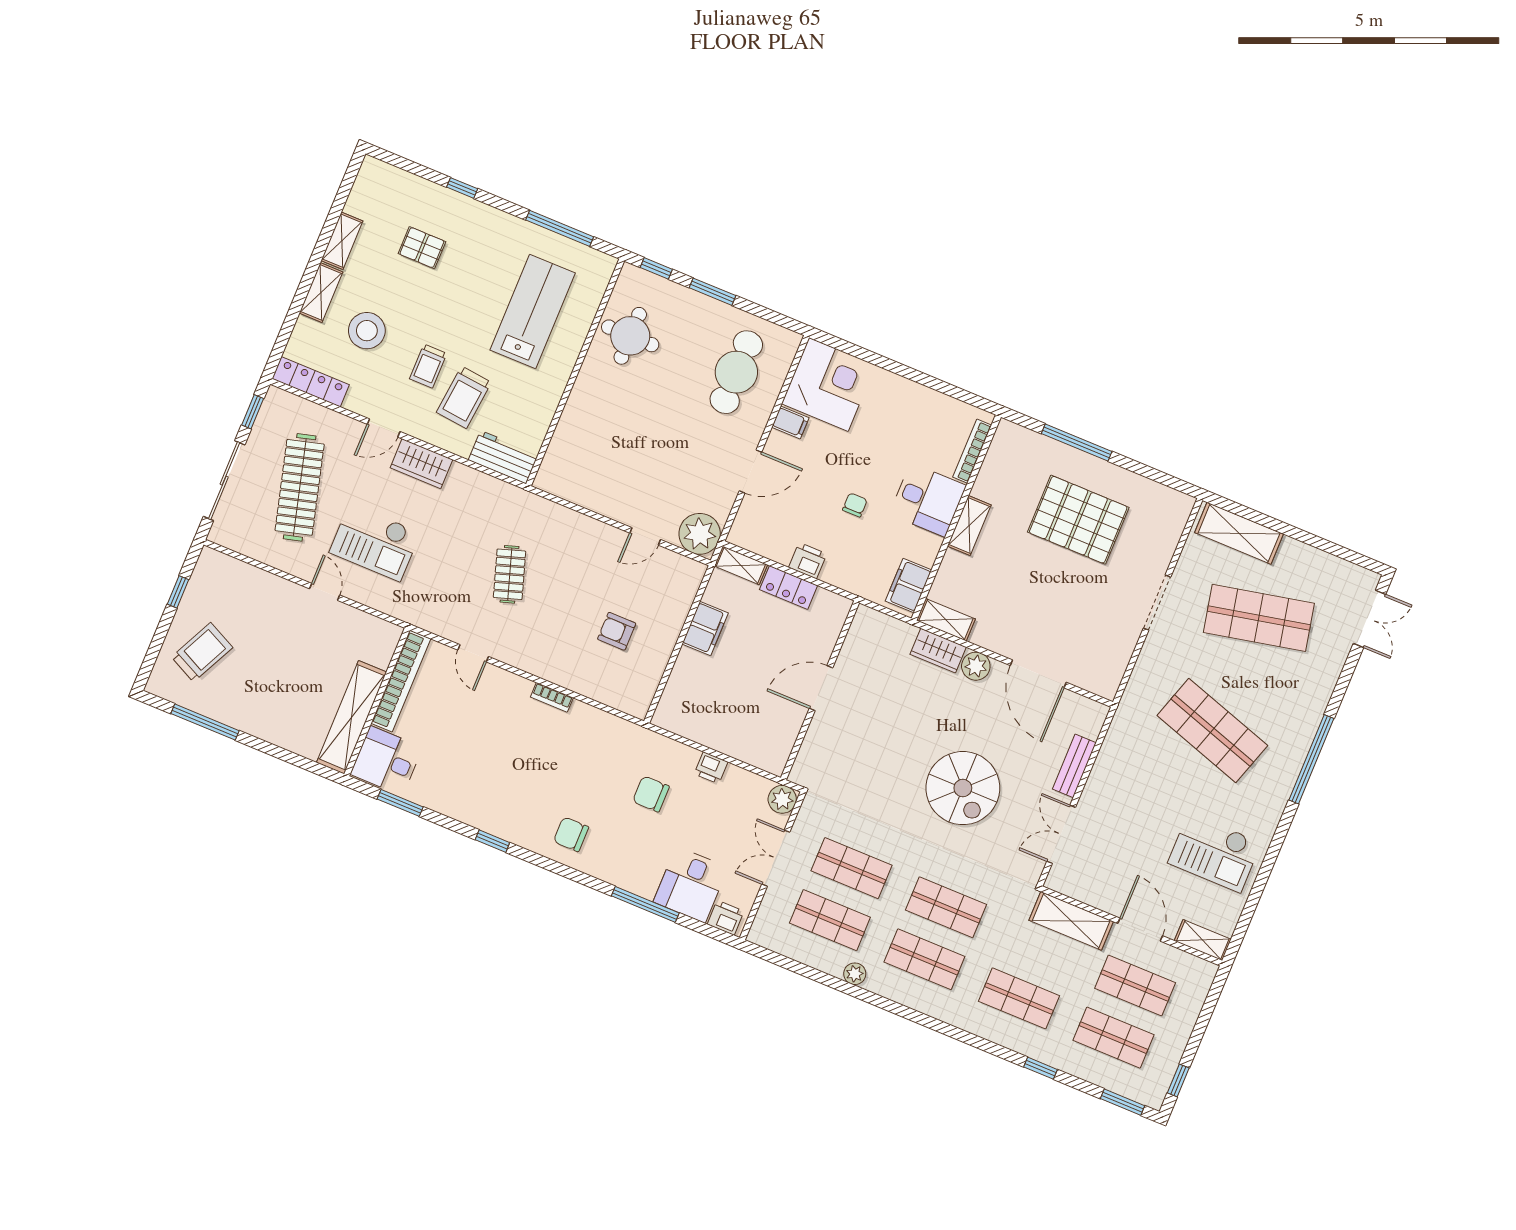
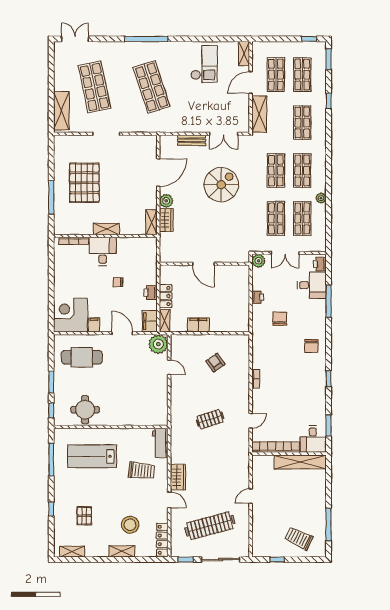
shelving: (342, 241) -> (72, 552), moved
trolley: (428, 366) -> (134, 492), removed
checkout: (375, 542) -> (220, 483), removed
filing cabinet: (909, 586) -> (150, 321), moved, turned 90
armchair: (617, 631) -> (215, 363), turned 145
shop shelf: (1212, 730) -> (152, 87), turned -36
chair: (651, 794) -> (280, 319), turned 180

